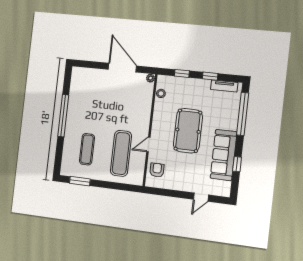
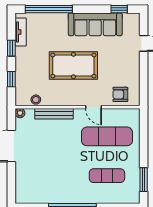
bench: (147, 108) -> (54, 114), added
window: (237, 164) -> (119, 9), moved

